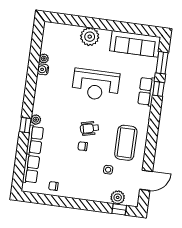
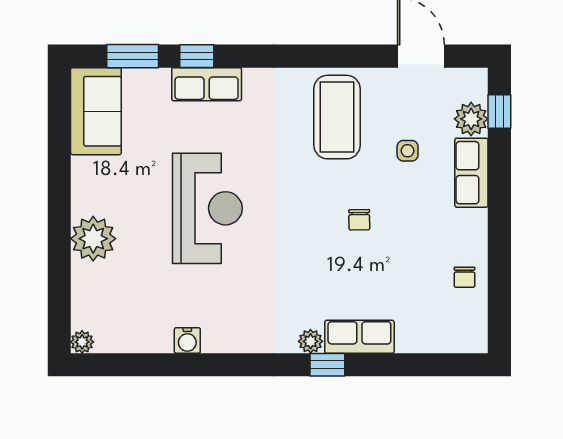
sofa: (135, 44) -> (96, 111), width x0.73
plant: (44, 58) -> (82, 342), moved
wheelchair: (90, 128) -> (314, 209), removed
coffee table: (126, 143) -> (337, 117), turned 90
row of seats: (31, 169) -> (471, 173), moved, turned -90

